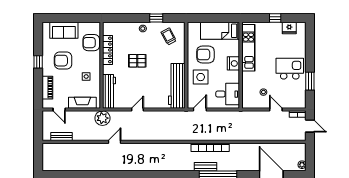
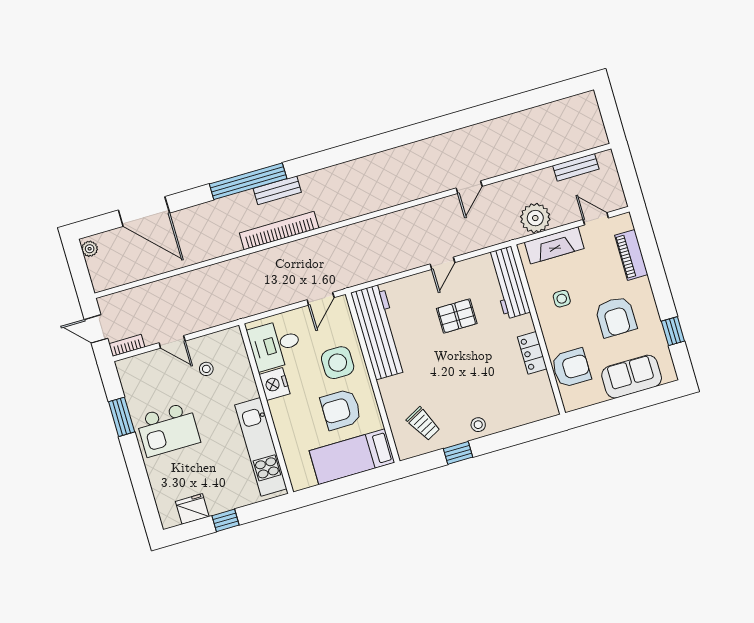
bed: (220, 31) -> (352, 457), moved, turned 180
locker: (108, 50) -> (532, 353), width x0.66
armchair: (205, 54) -> (341, 409), turned 180
armchair: (63, 61) -> (616, 317), turned 90
pallet: (137, 61) -> (457, 316), moved
window: (38, 62) -> (673, 331), moved
nightstand: (233, 63) -> (274, 384), moved
plant: (102, 118) -> (535, 218), moved

